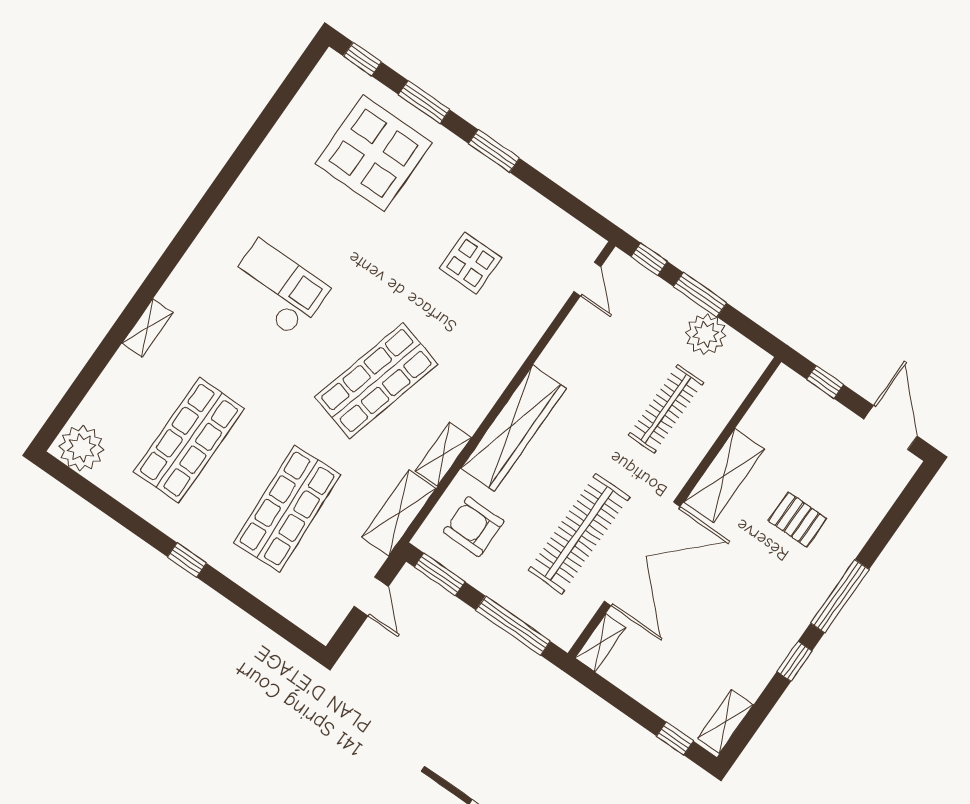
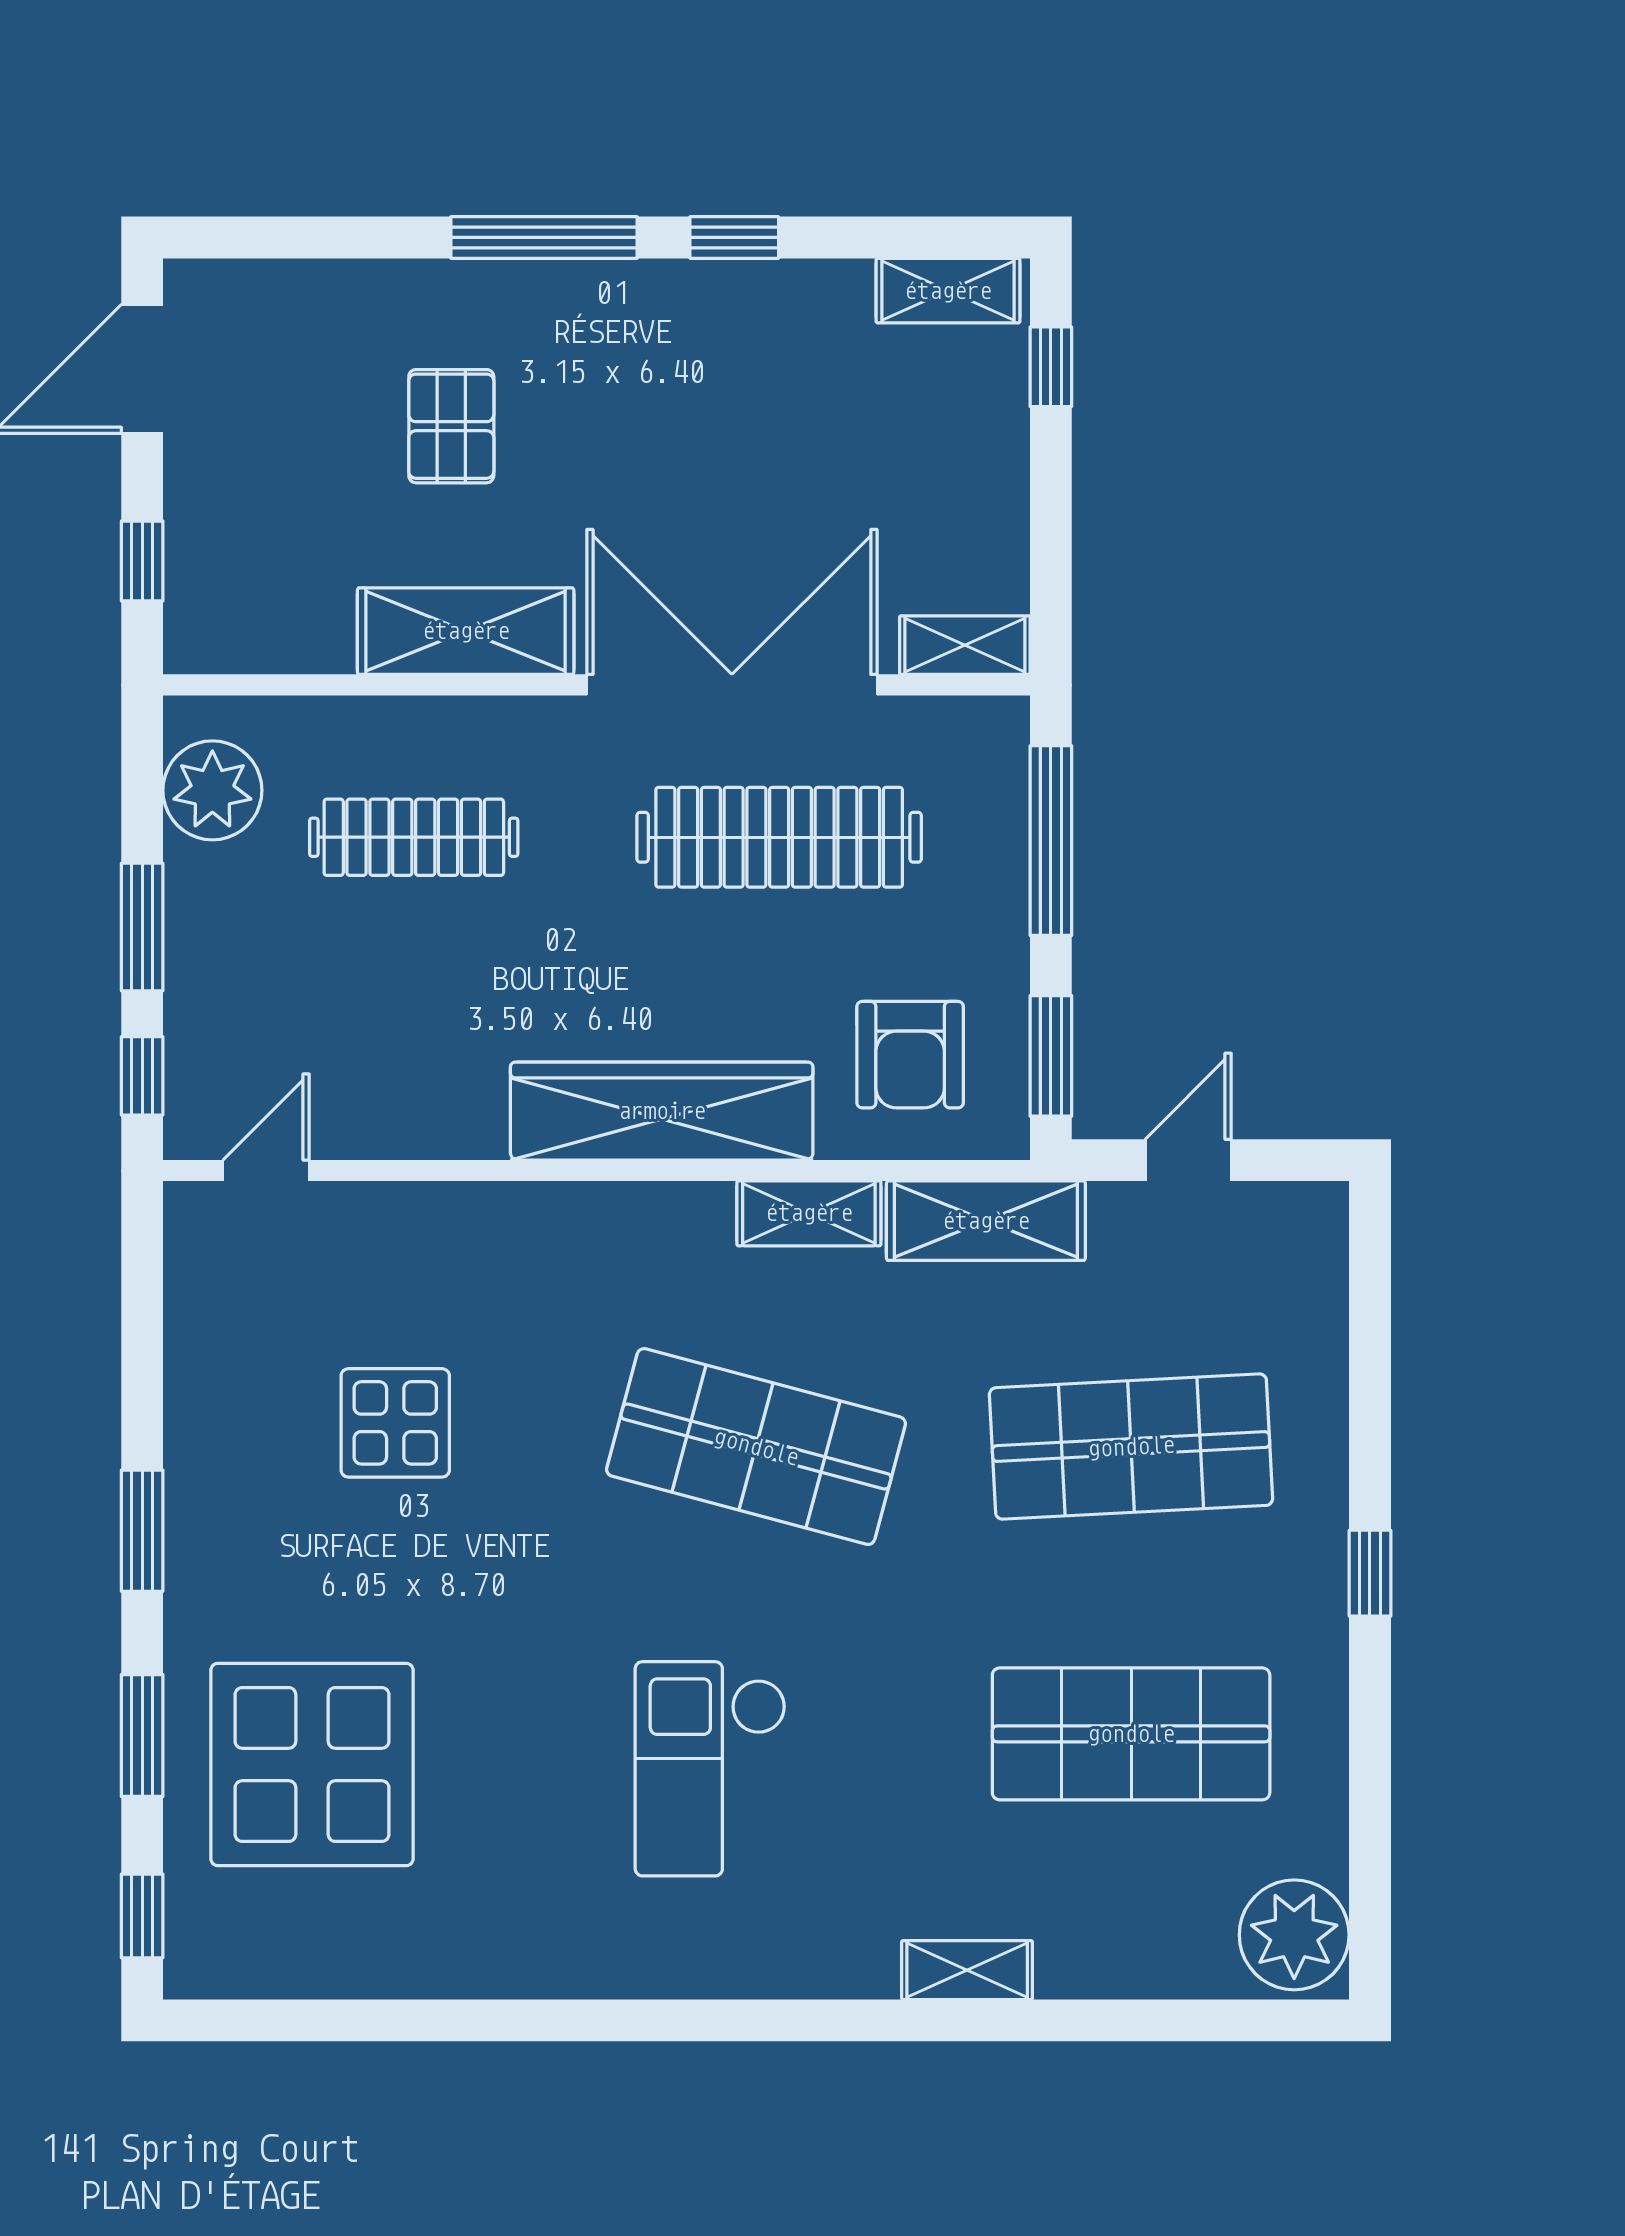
plant: (706, 334) -> (212, 790), moved

